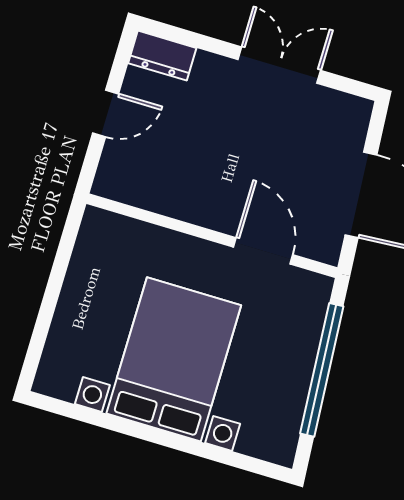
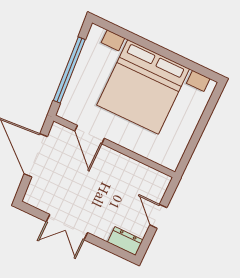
door: (106, 113) -> (158, 216), hinge flipped
bed with nightstands: (174, 359) -> (143, 87), width x1.36

